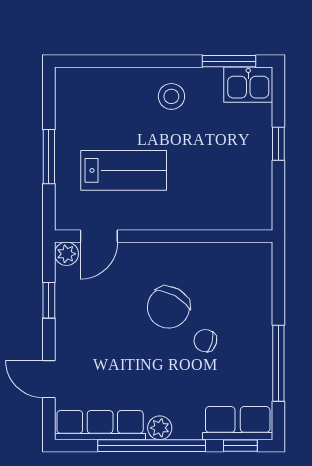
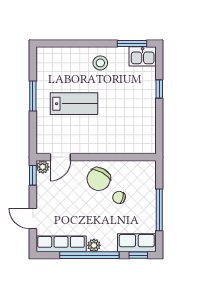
door: (99, 236) -> (60, 157), moved
wall: (164, 236) -> (96, 157), moved
plant: (66, 254) -> (43, 167), moved

